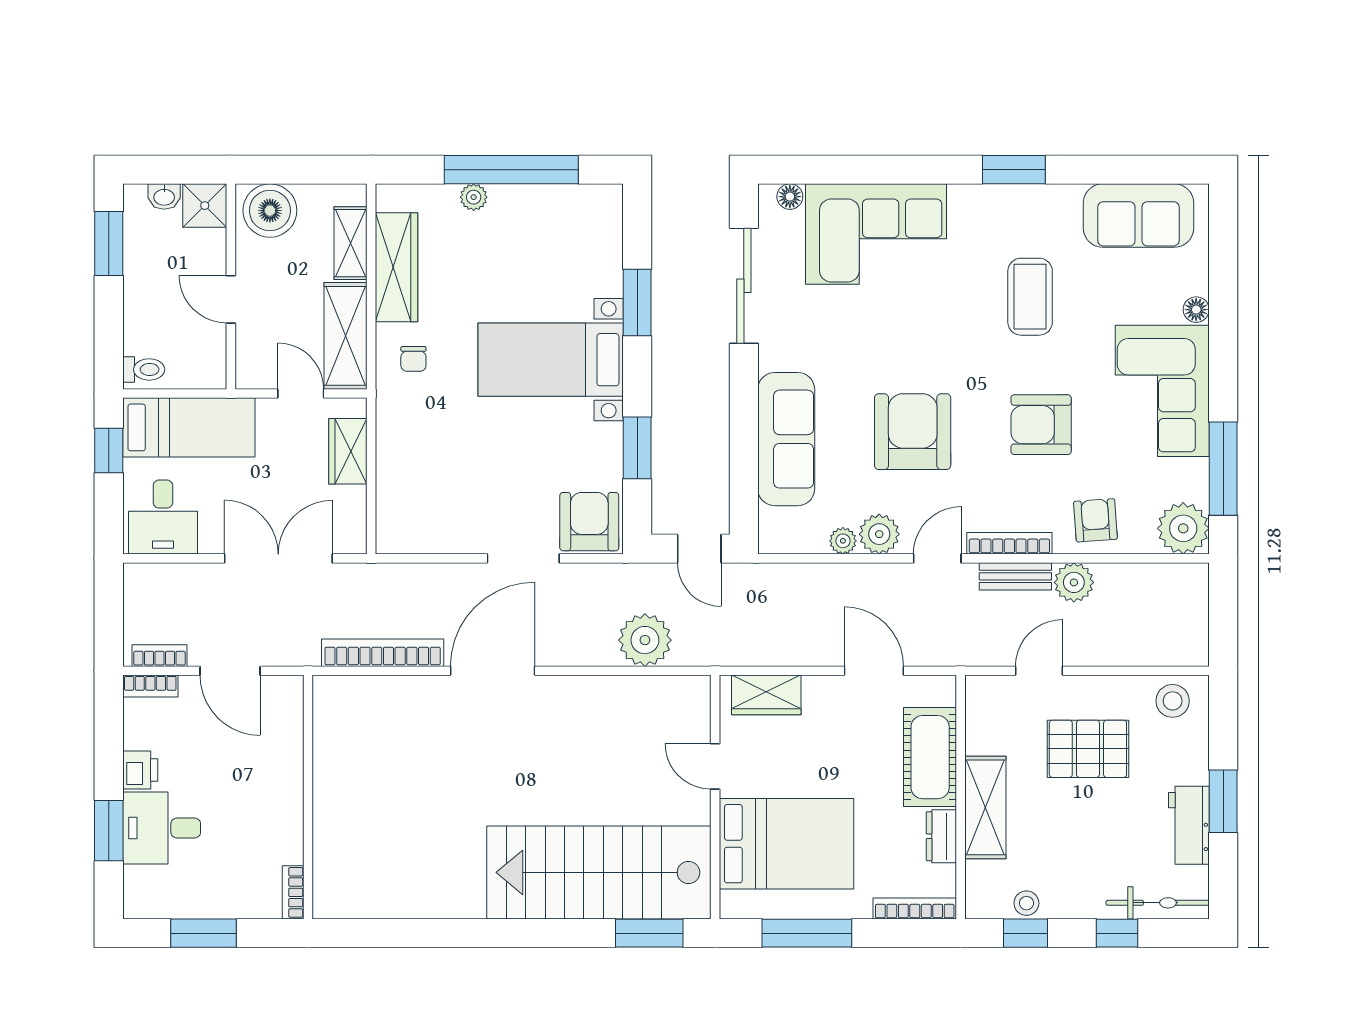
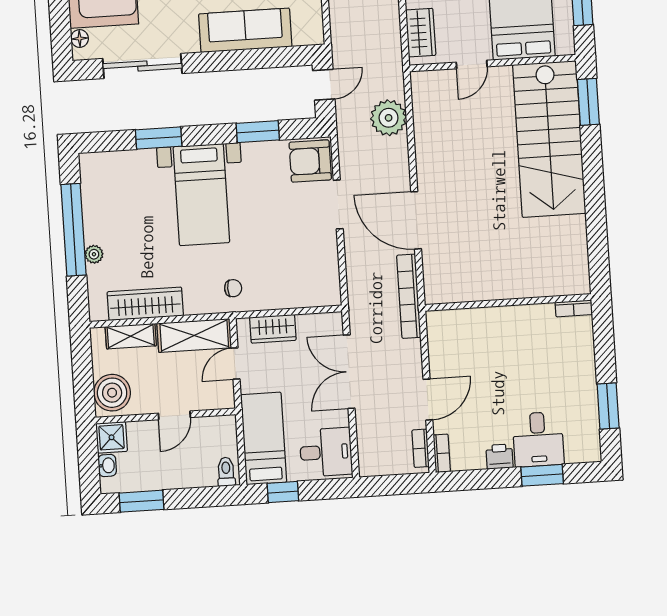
chair: (413, 359) -> (233, 288), moved
wall: (308, 797) -> (508, 302), moved
bookcase: (293, 892) -> (574, 308), moved

